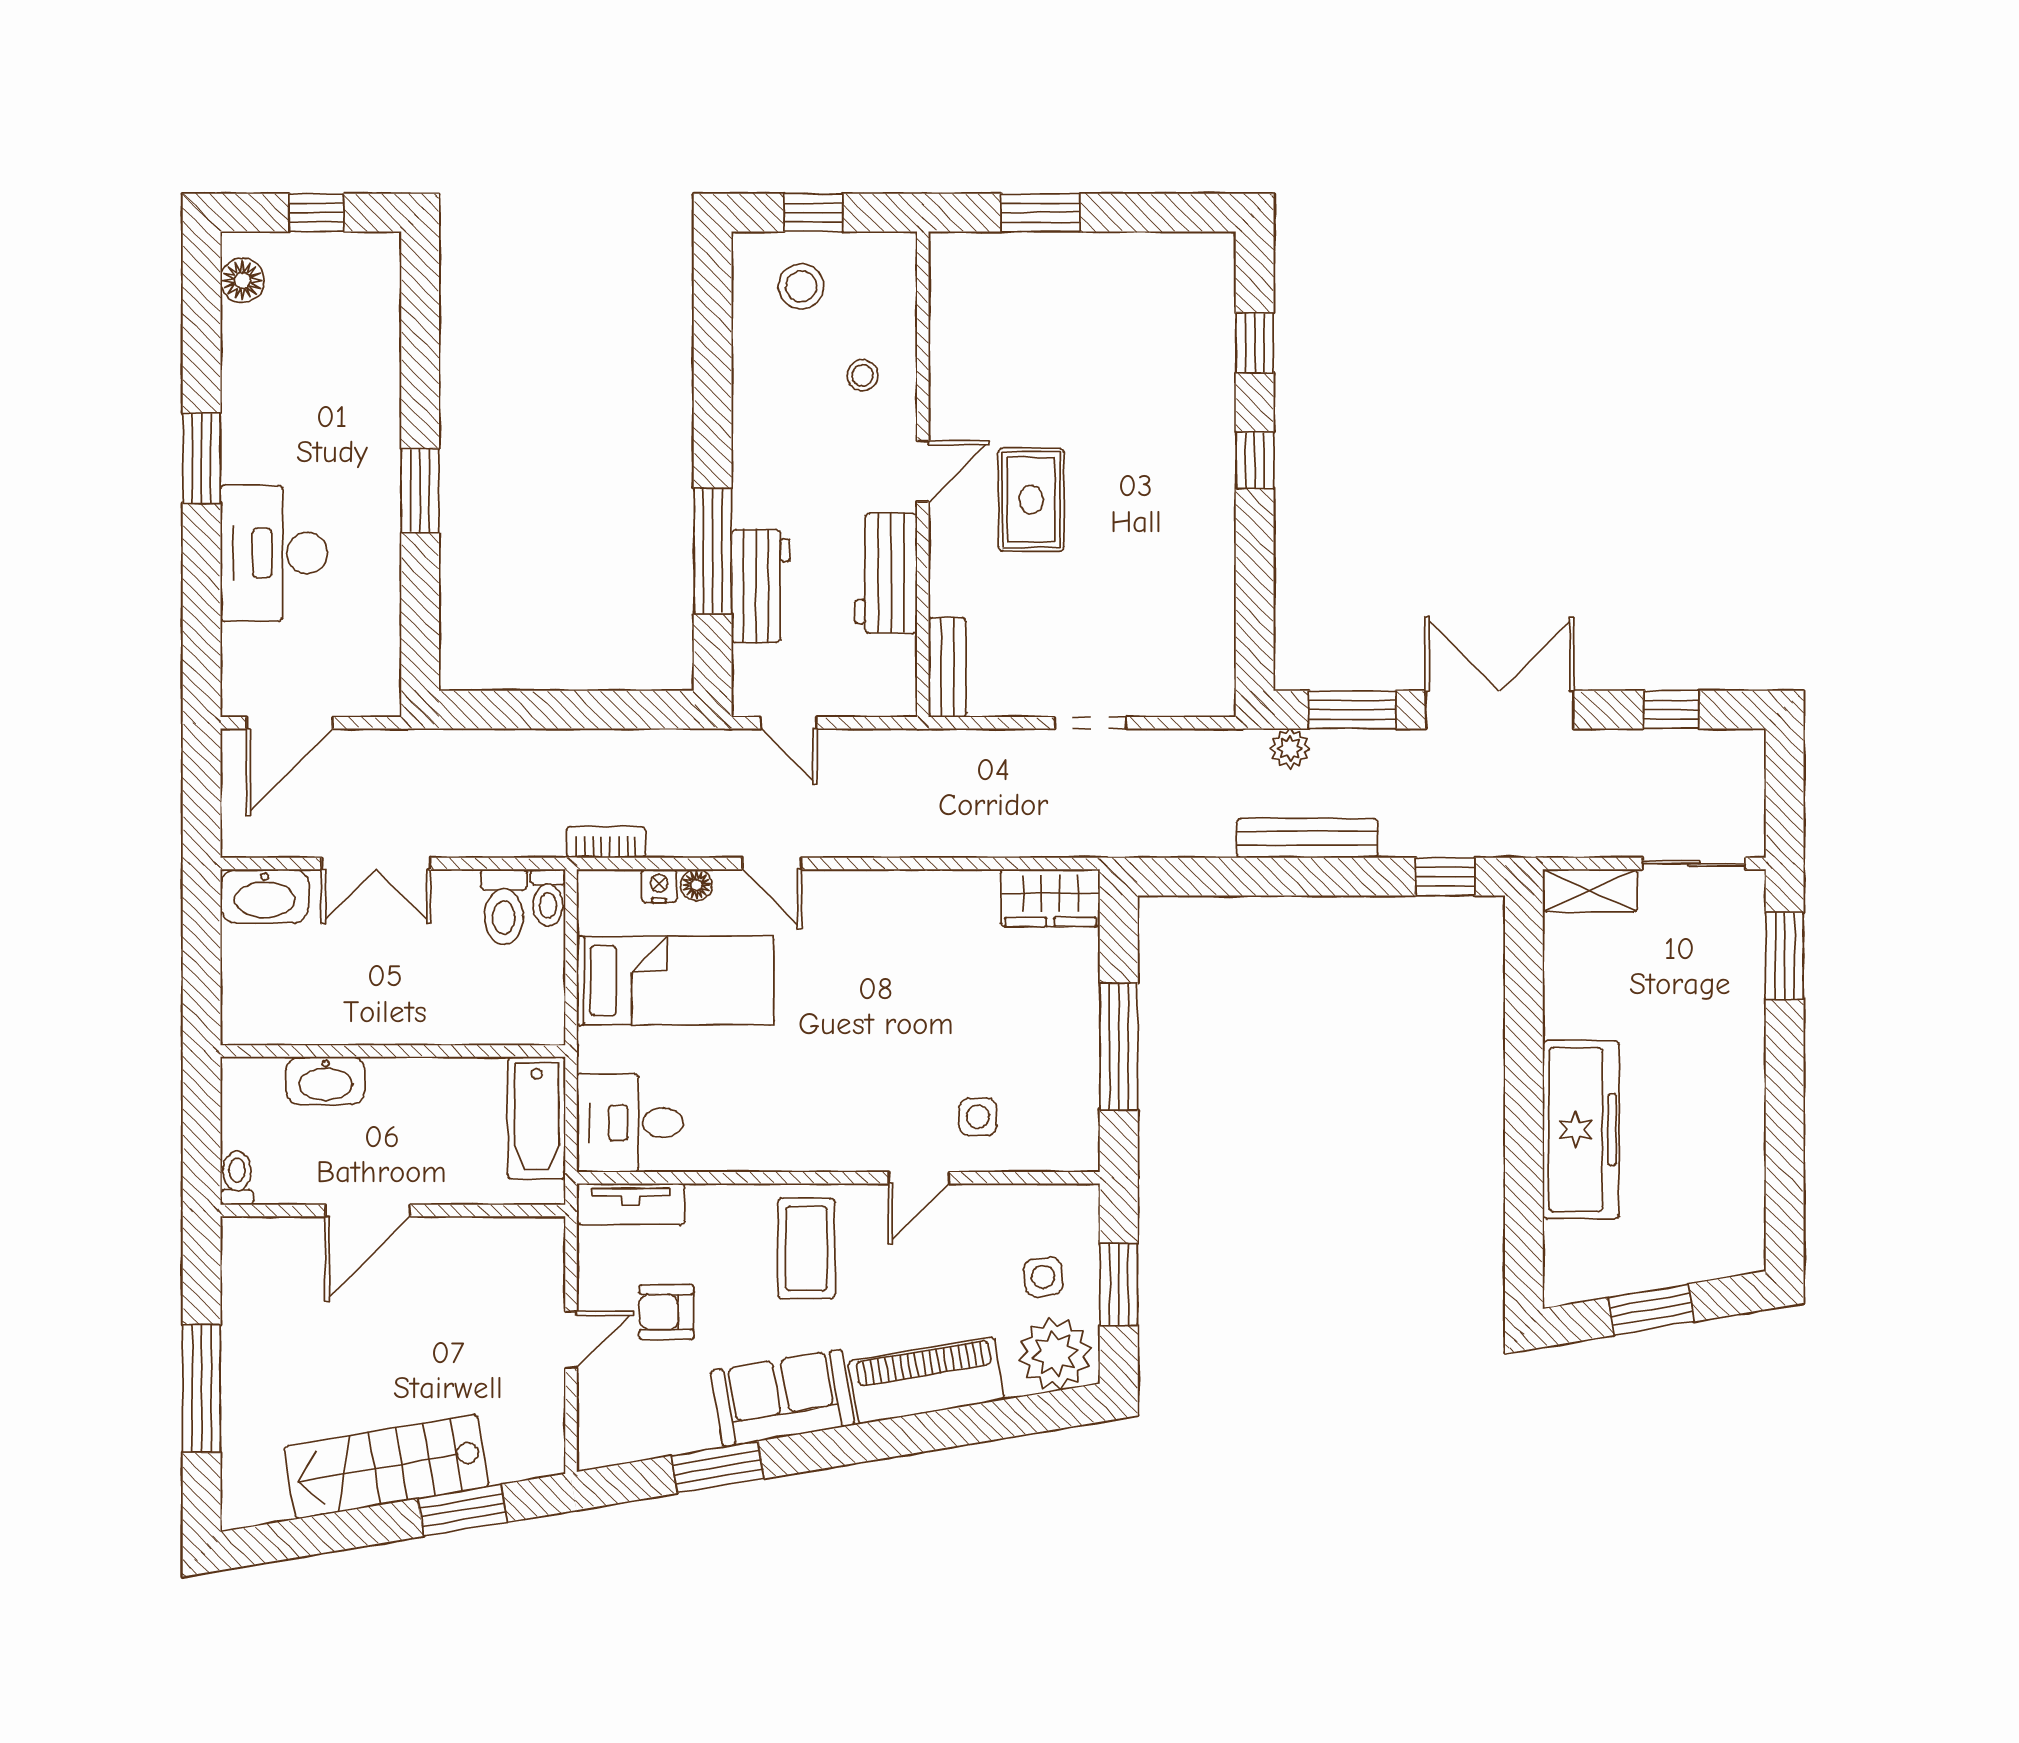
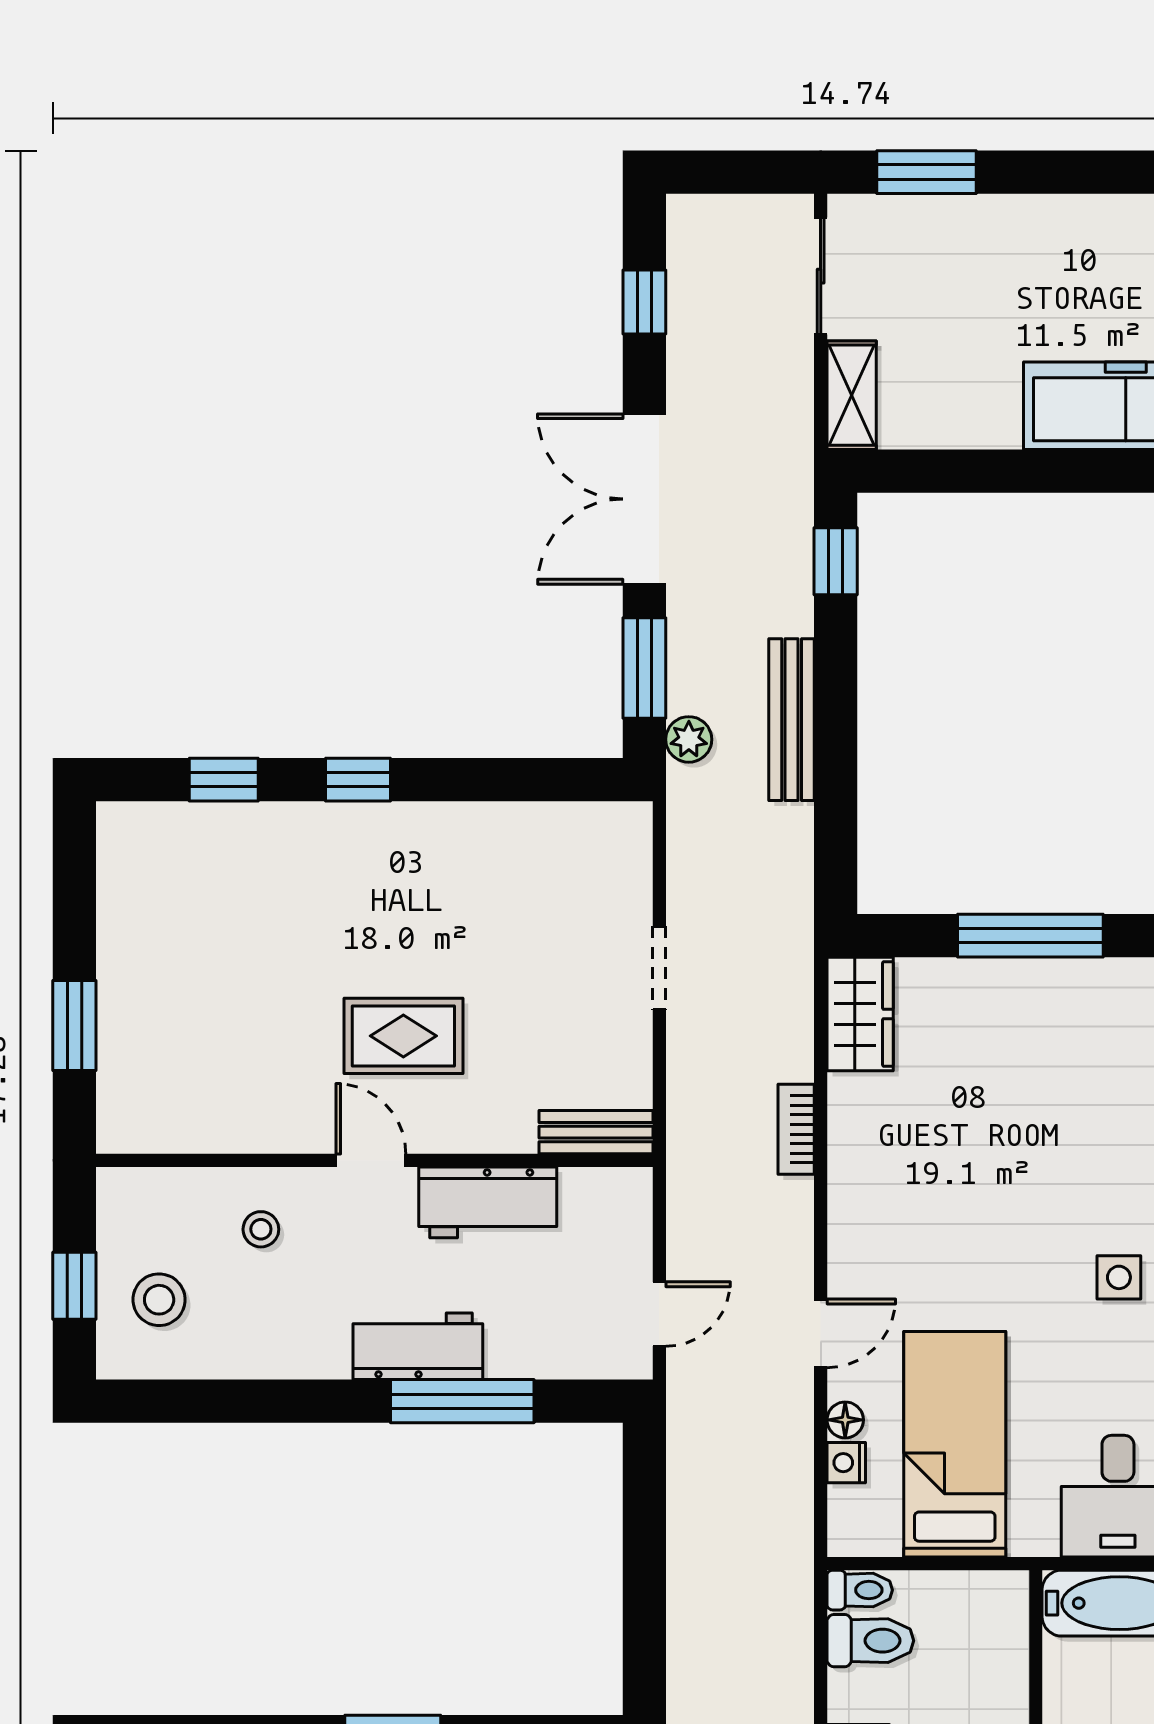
workbench: (761, 586) -> (418, 1346), moved
bookcase: (606, 842) -> (796, 1129), moved
side table: (978, 1117) -> (1119, 1277), moved

